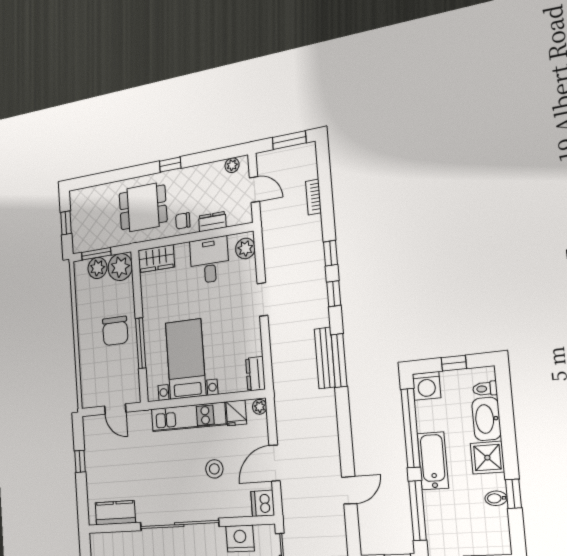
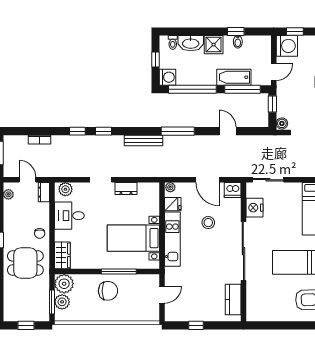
door: (254, 189) -> (27, 180), hinge flipped
dining table: (143, 207) -> (25, 263), turned 90
dresser: (212, 222) -> (44, 192), moved
window: (339, 361) -> (178, 131), moved
dresser: (255, 374) -> (126, 188), moved
bathtub: (433, 461) -> (234, 77), moved

